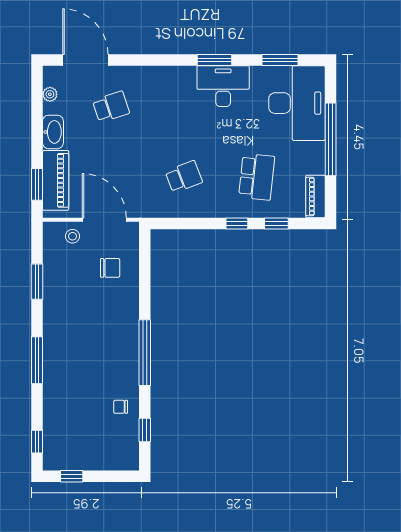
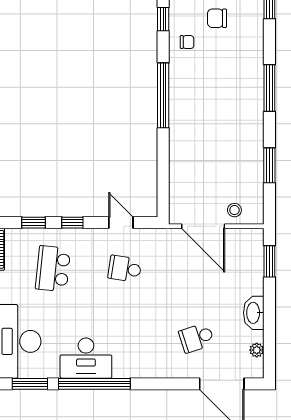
window: (215, 60) -> (94, 384), width x2.11
school desk: (184, 177) -> (125, 269), turned 30
piano: (56, 180) -> (251, 265), removed
door: (188, 224) -> (121, 223), added
chair: (110, 268) -> (217, 18), moved

